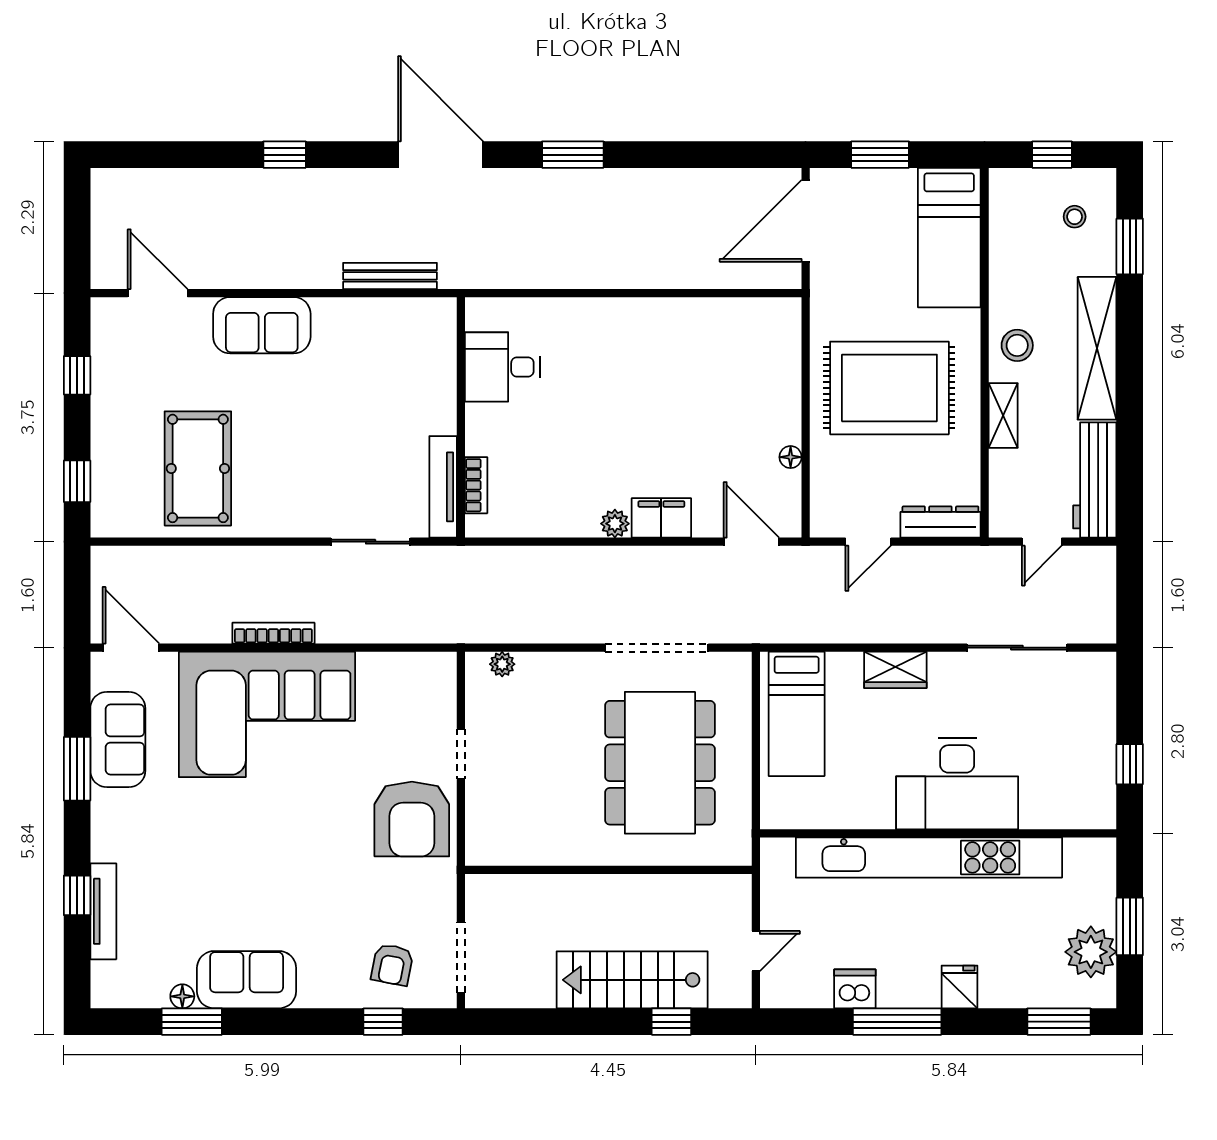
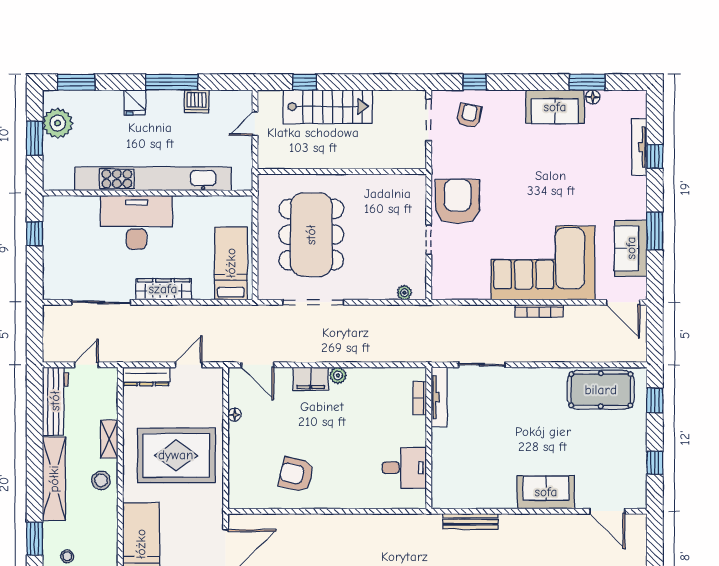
armchair: (686, 356) -> (296, 474), added
pool table: (198, 468) -> (601, 390), moved, turned 90
wardrobe: (895, 670) -> (163, 289), width x1.50

